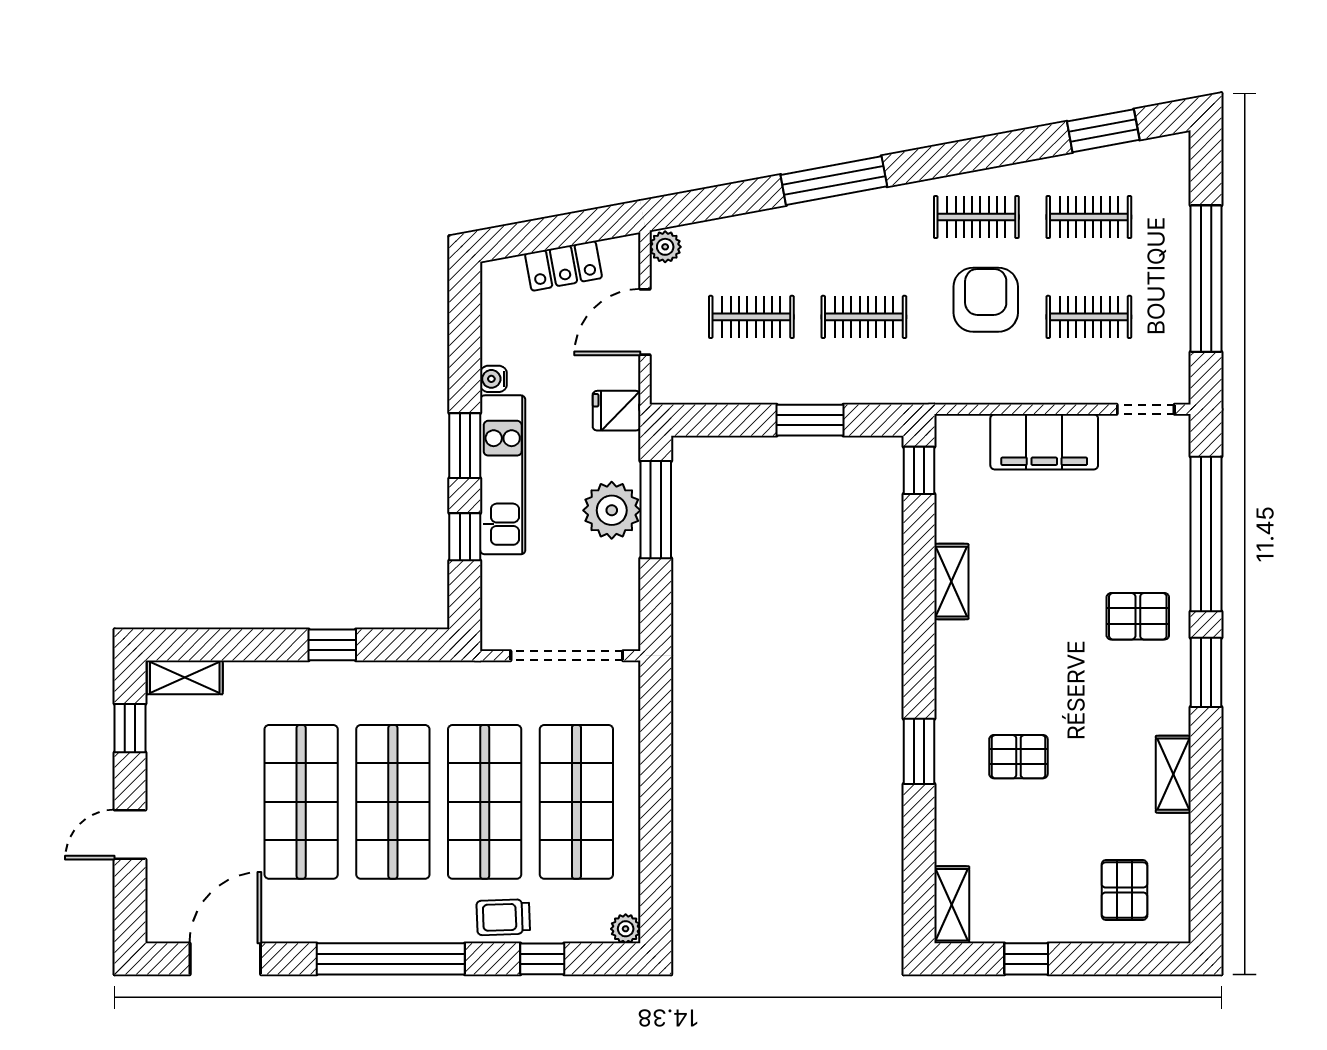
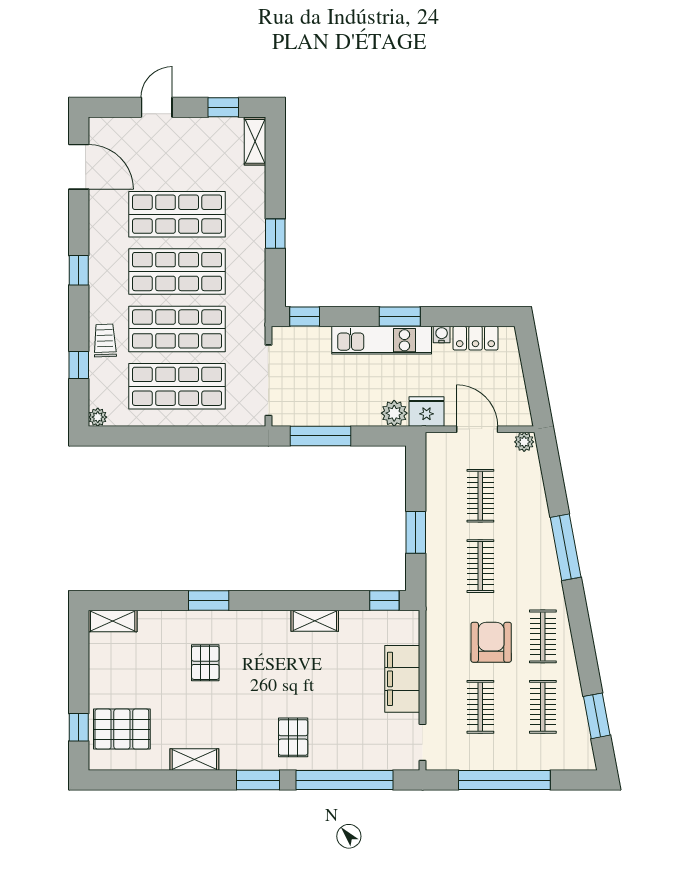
locker: (563, 266) -> (475, 338), moved, turned -80
armchair: (986, 300) -> (491, 642), turned -90
fridge: (617, 411) -> (427, 411), width x1.38
plant: (612, 510) -> (394, 413), moved, width x0.73, depth x0.73
window: (656, 510) -> (321, 436), moved
window: (465, 537) -> (305, 317), moved
door: (130, 834) -> (157, 107), hinge flipped
pallet: (1124, 890) -> (122, 729), width x1.50, depth x1.42
window: (391, 959) -> (79, 270), width x0.32
window: (1026, 959) -> (79, 727), moved

